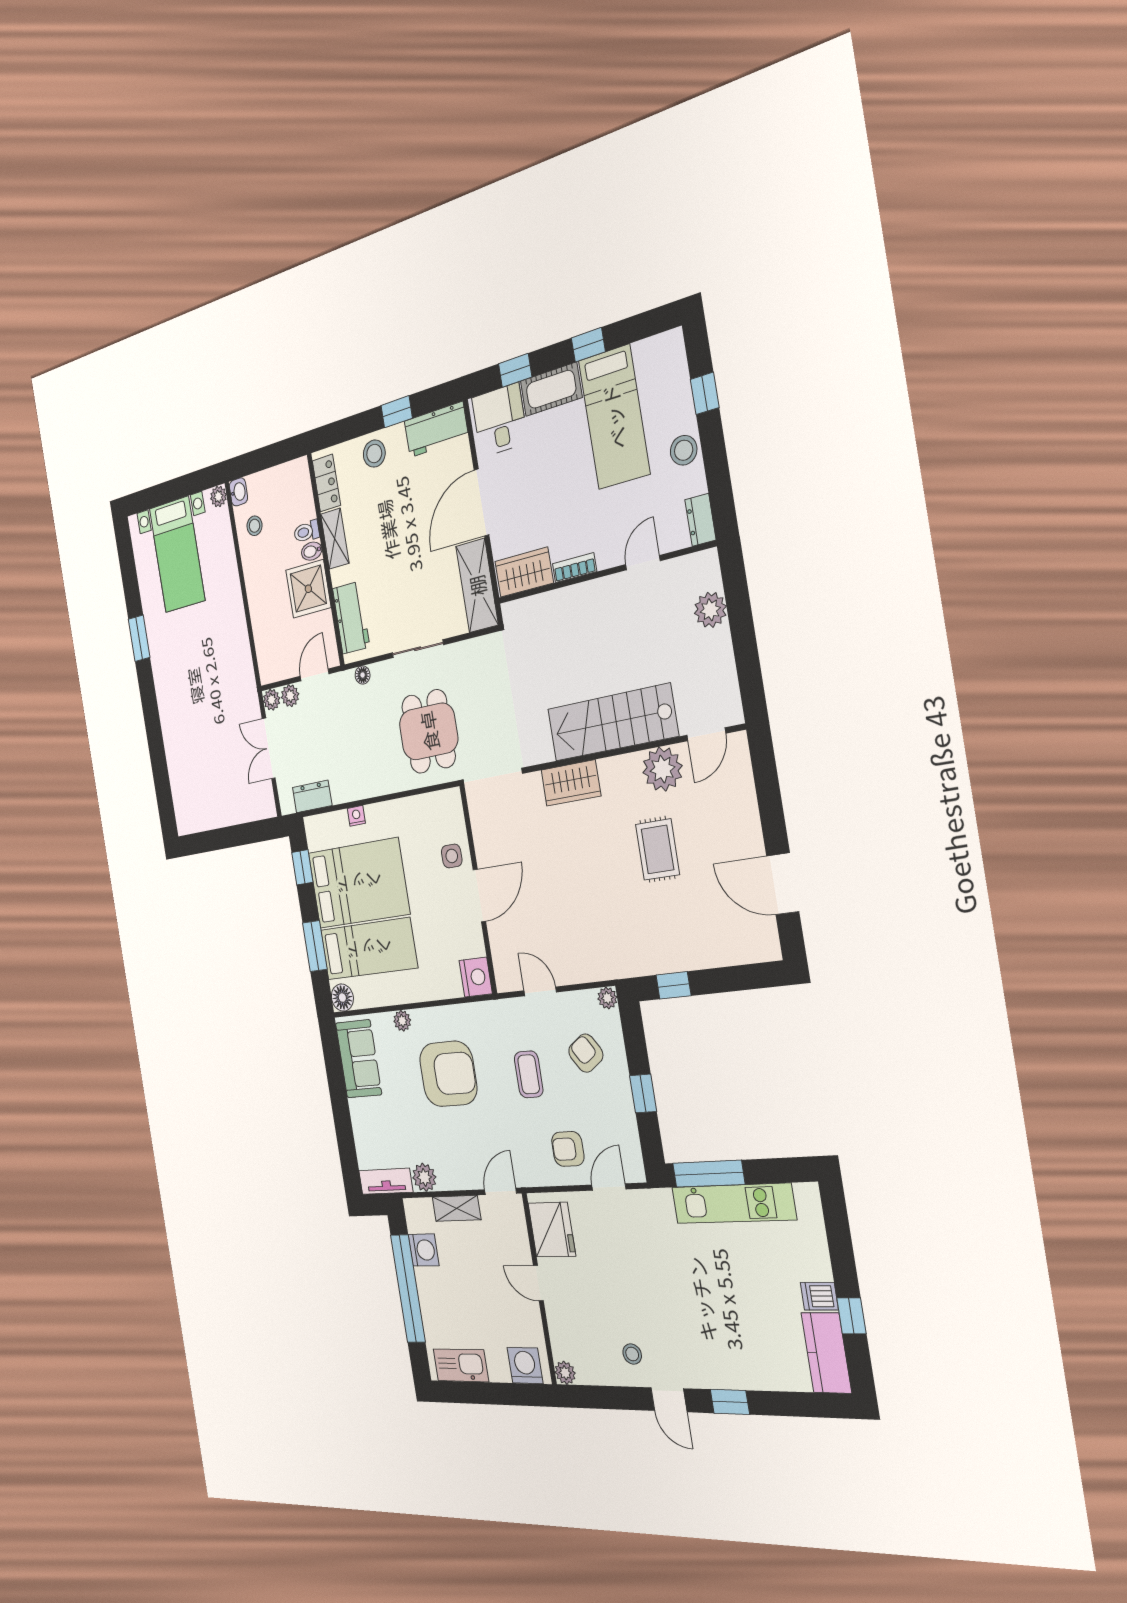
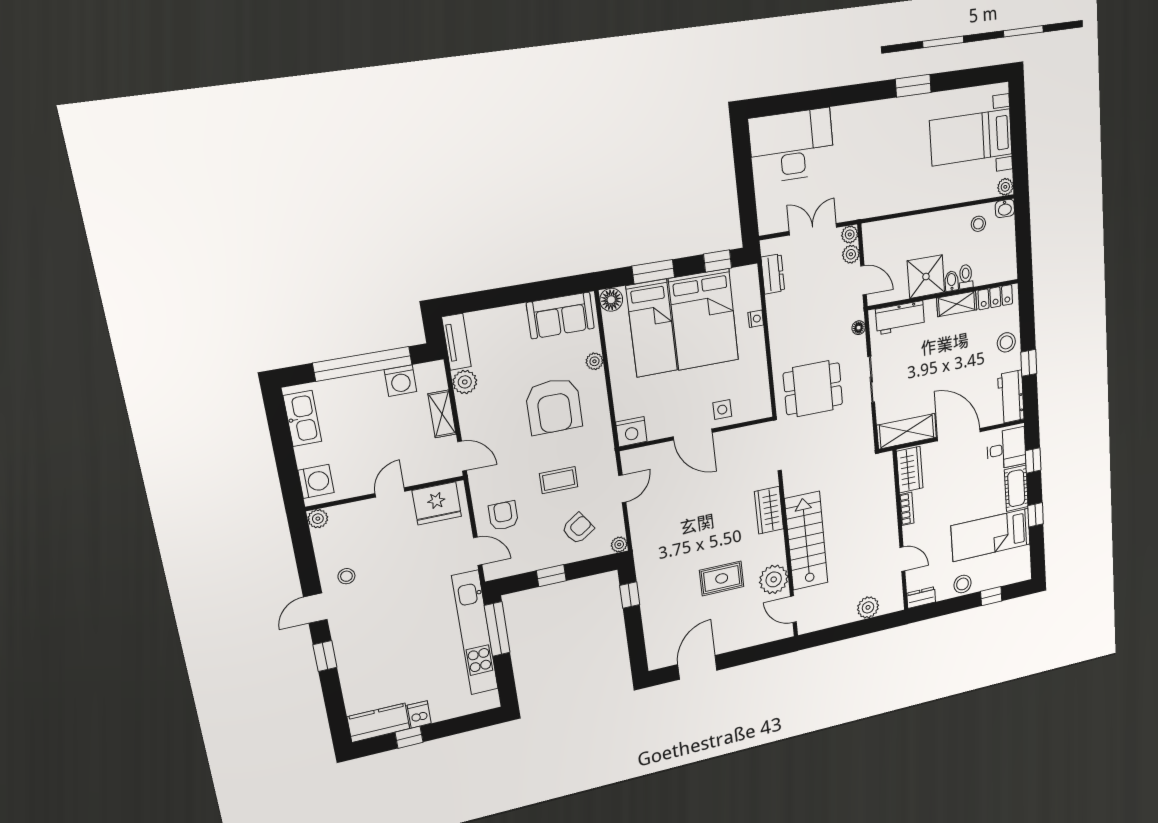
desk: (197, 782) -> (792, 146), added
kitchen unit: (733, 1203) -> (475, 633), width x1.36

